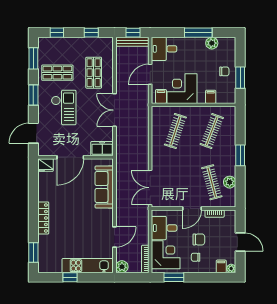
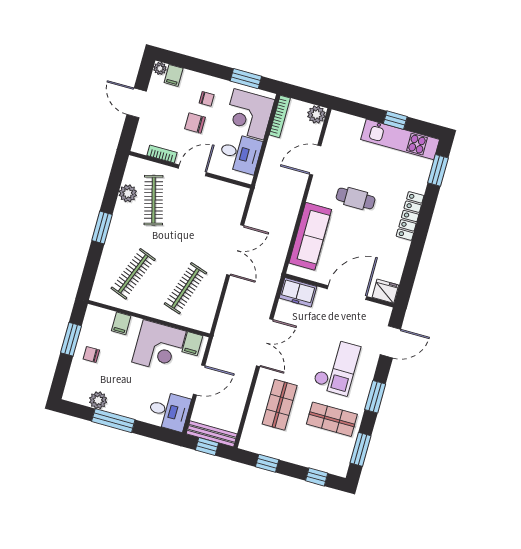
checkout: (64, 107) -> (337, 367), turned 180
double door: (150, 188) -> (235, 250), moved
cafe table: (82, 220) -> (356, 198), added
kitchen unit: (88, 266) -> (400, 139), moved

